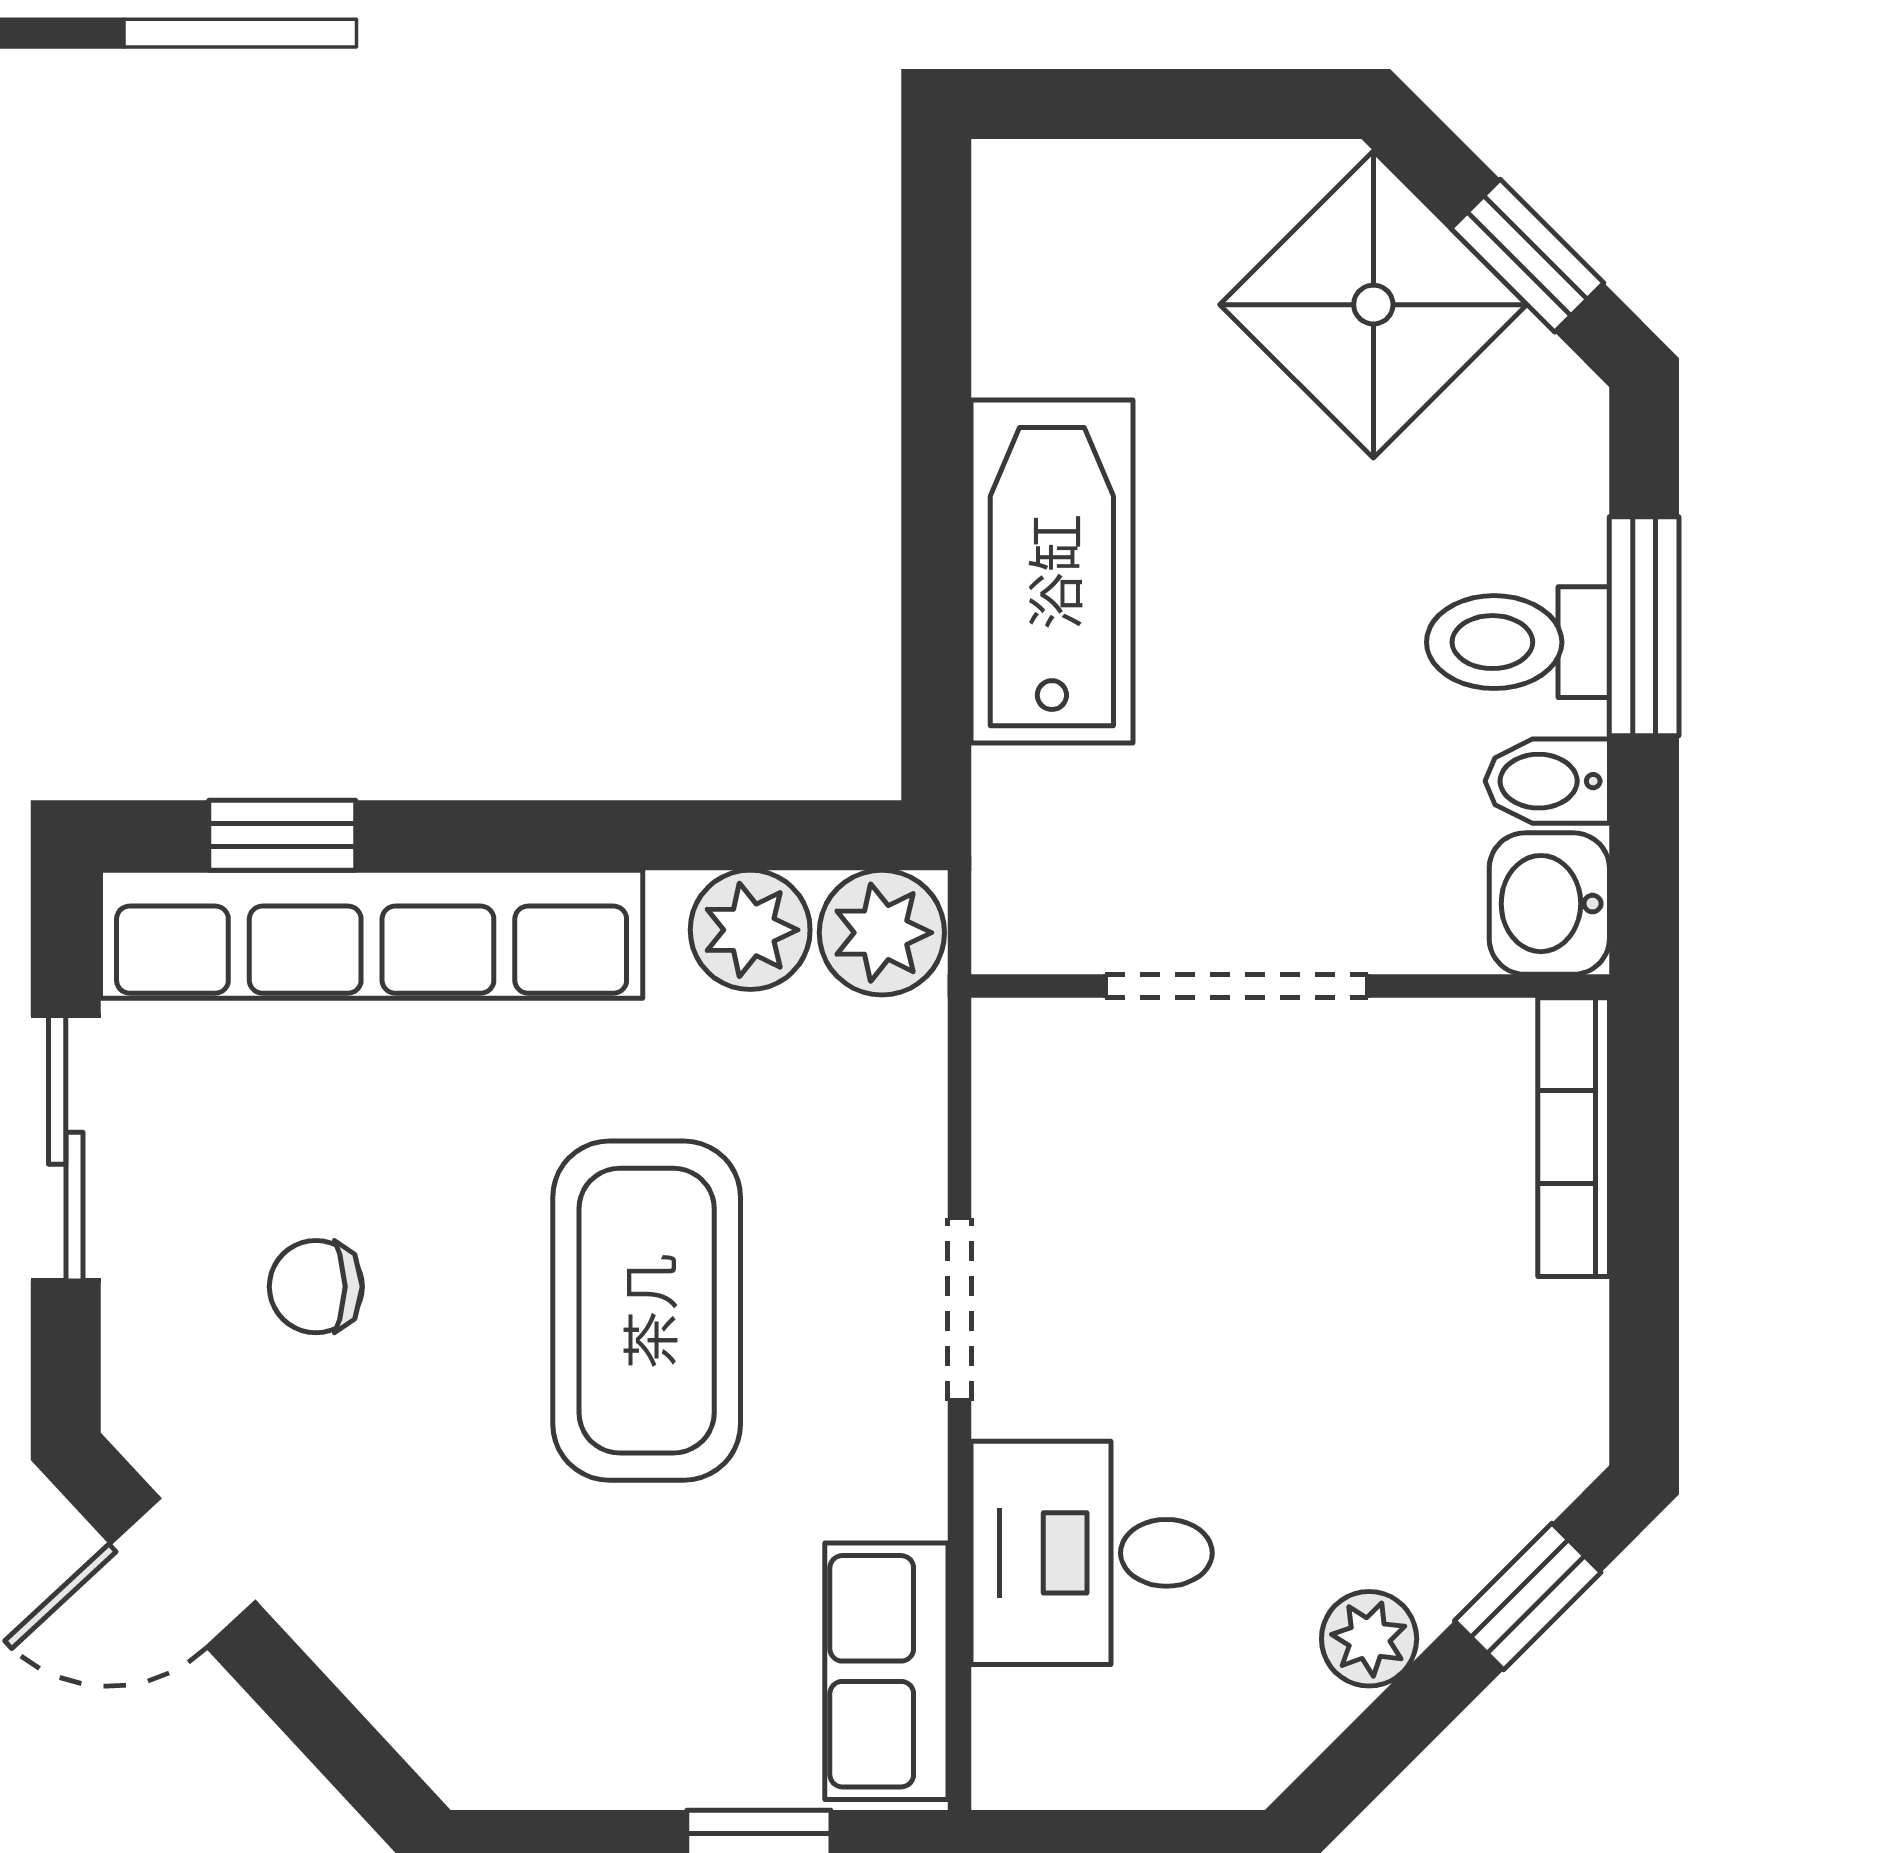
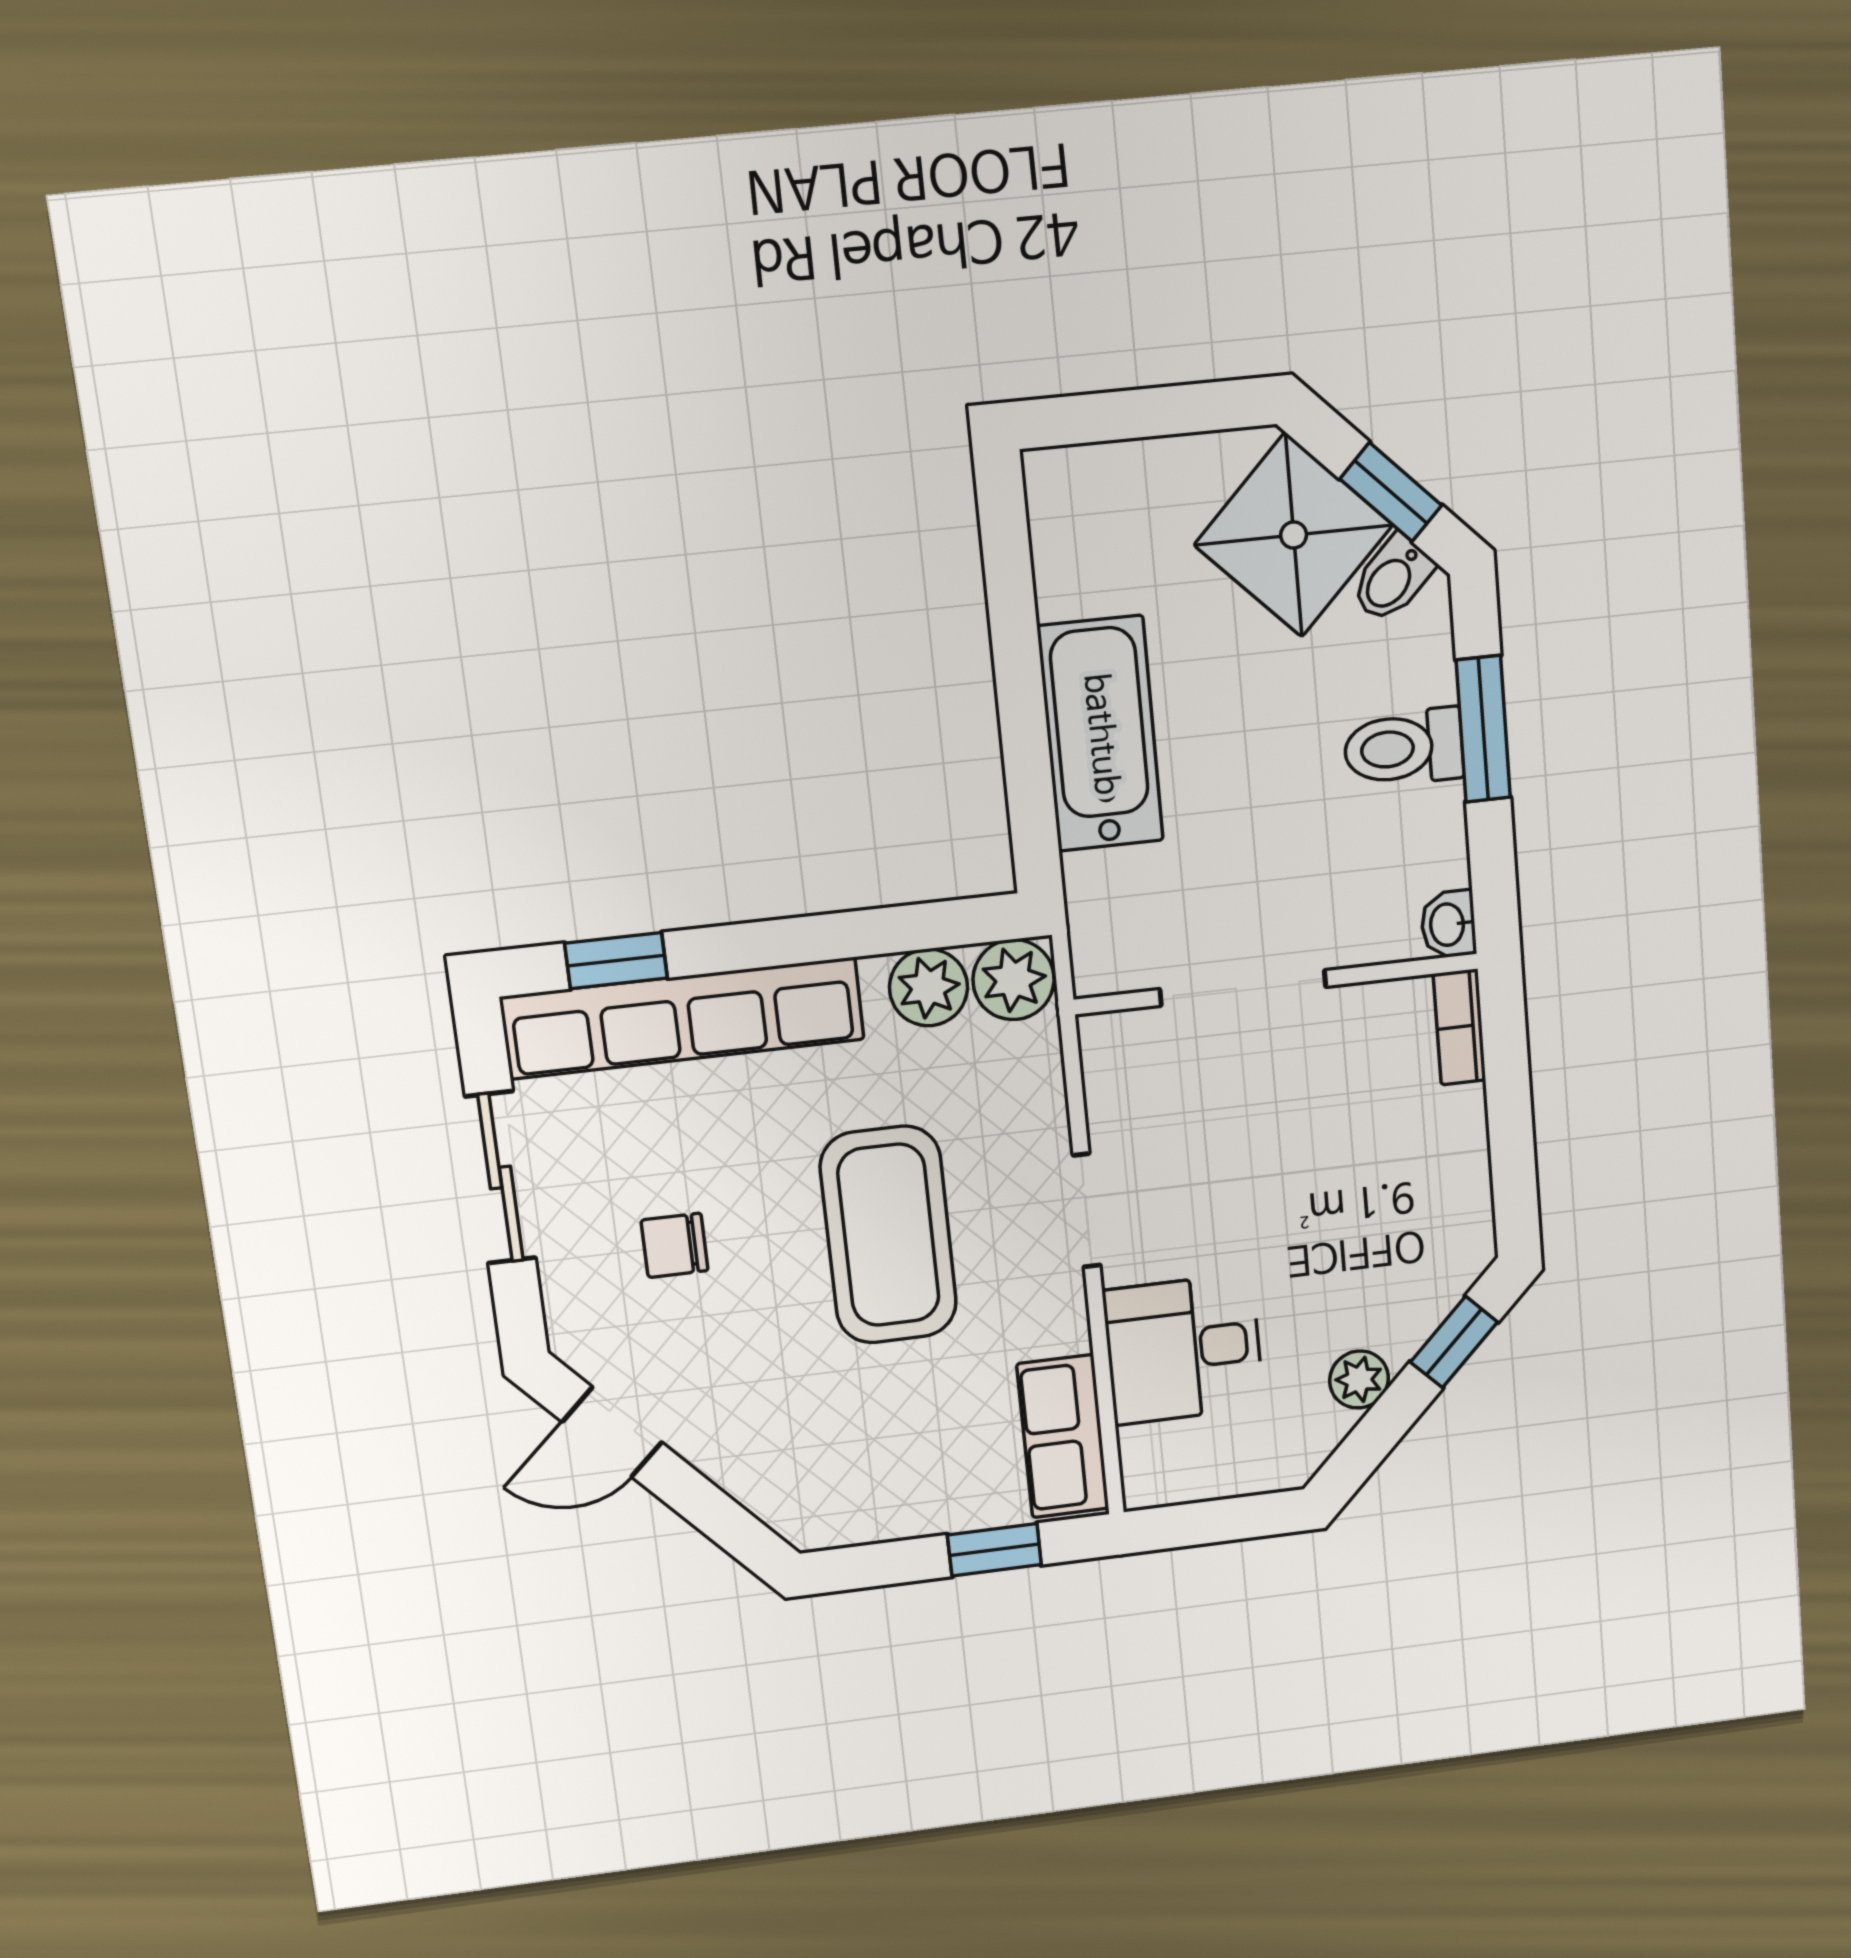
bidet: (1547, 781) -> (1392, 579), moved, turned -45
washbasin: (1549, 904) -> (1449, 924), width x0.72, depth x0.69
bookcase: (1574, 1137) -> (1460, 1027), width x0.64

